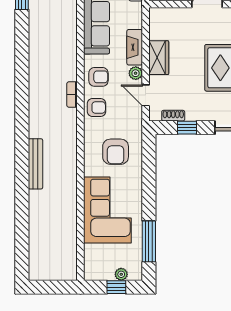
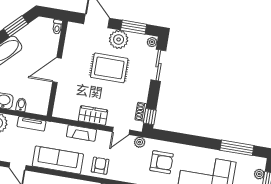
plant: (136, 73) -> (140, 142), moved
armchair: (96, 107) -> (124, 171), removed
window: (187, 128) -> (150, 117), moved

